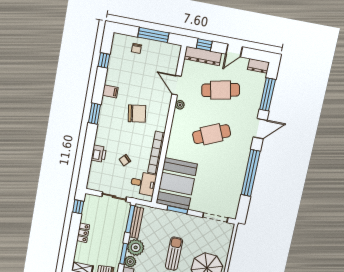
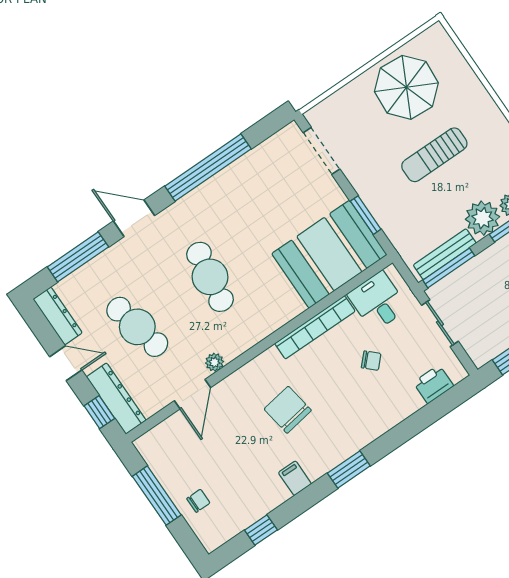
dresser: (258, 66) -> (58, 316), width x1.44
cafe table: (212, 134) -> (210, 277), turned 33
printer: (99, 154) -> (433, 384), moved

